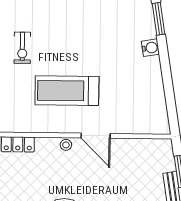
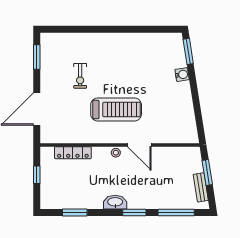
treadmill: (67, 91) -> (116, 110), turned 180

